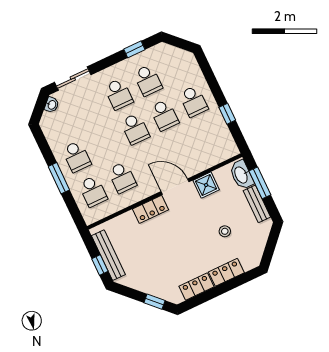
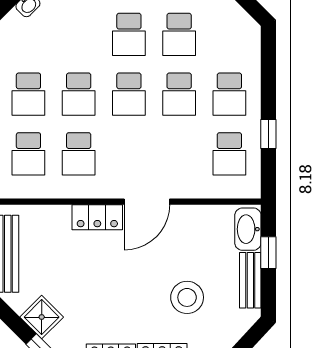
school desk: (210, 136) -> (229, 154), added
school desk: (106, 143) -> (79, 94), added
window: (260, 183) -> (268, 253), width x0.67
shower: (206, 185) -> (42, 317), moved, turned 45
door: (175, 187) -> (147, 202), swing flipped
stool: (225, 231) -> (187, 297), width x1.89, depth x1.89

